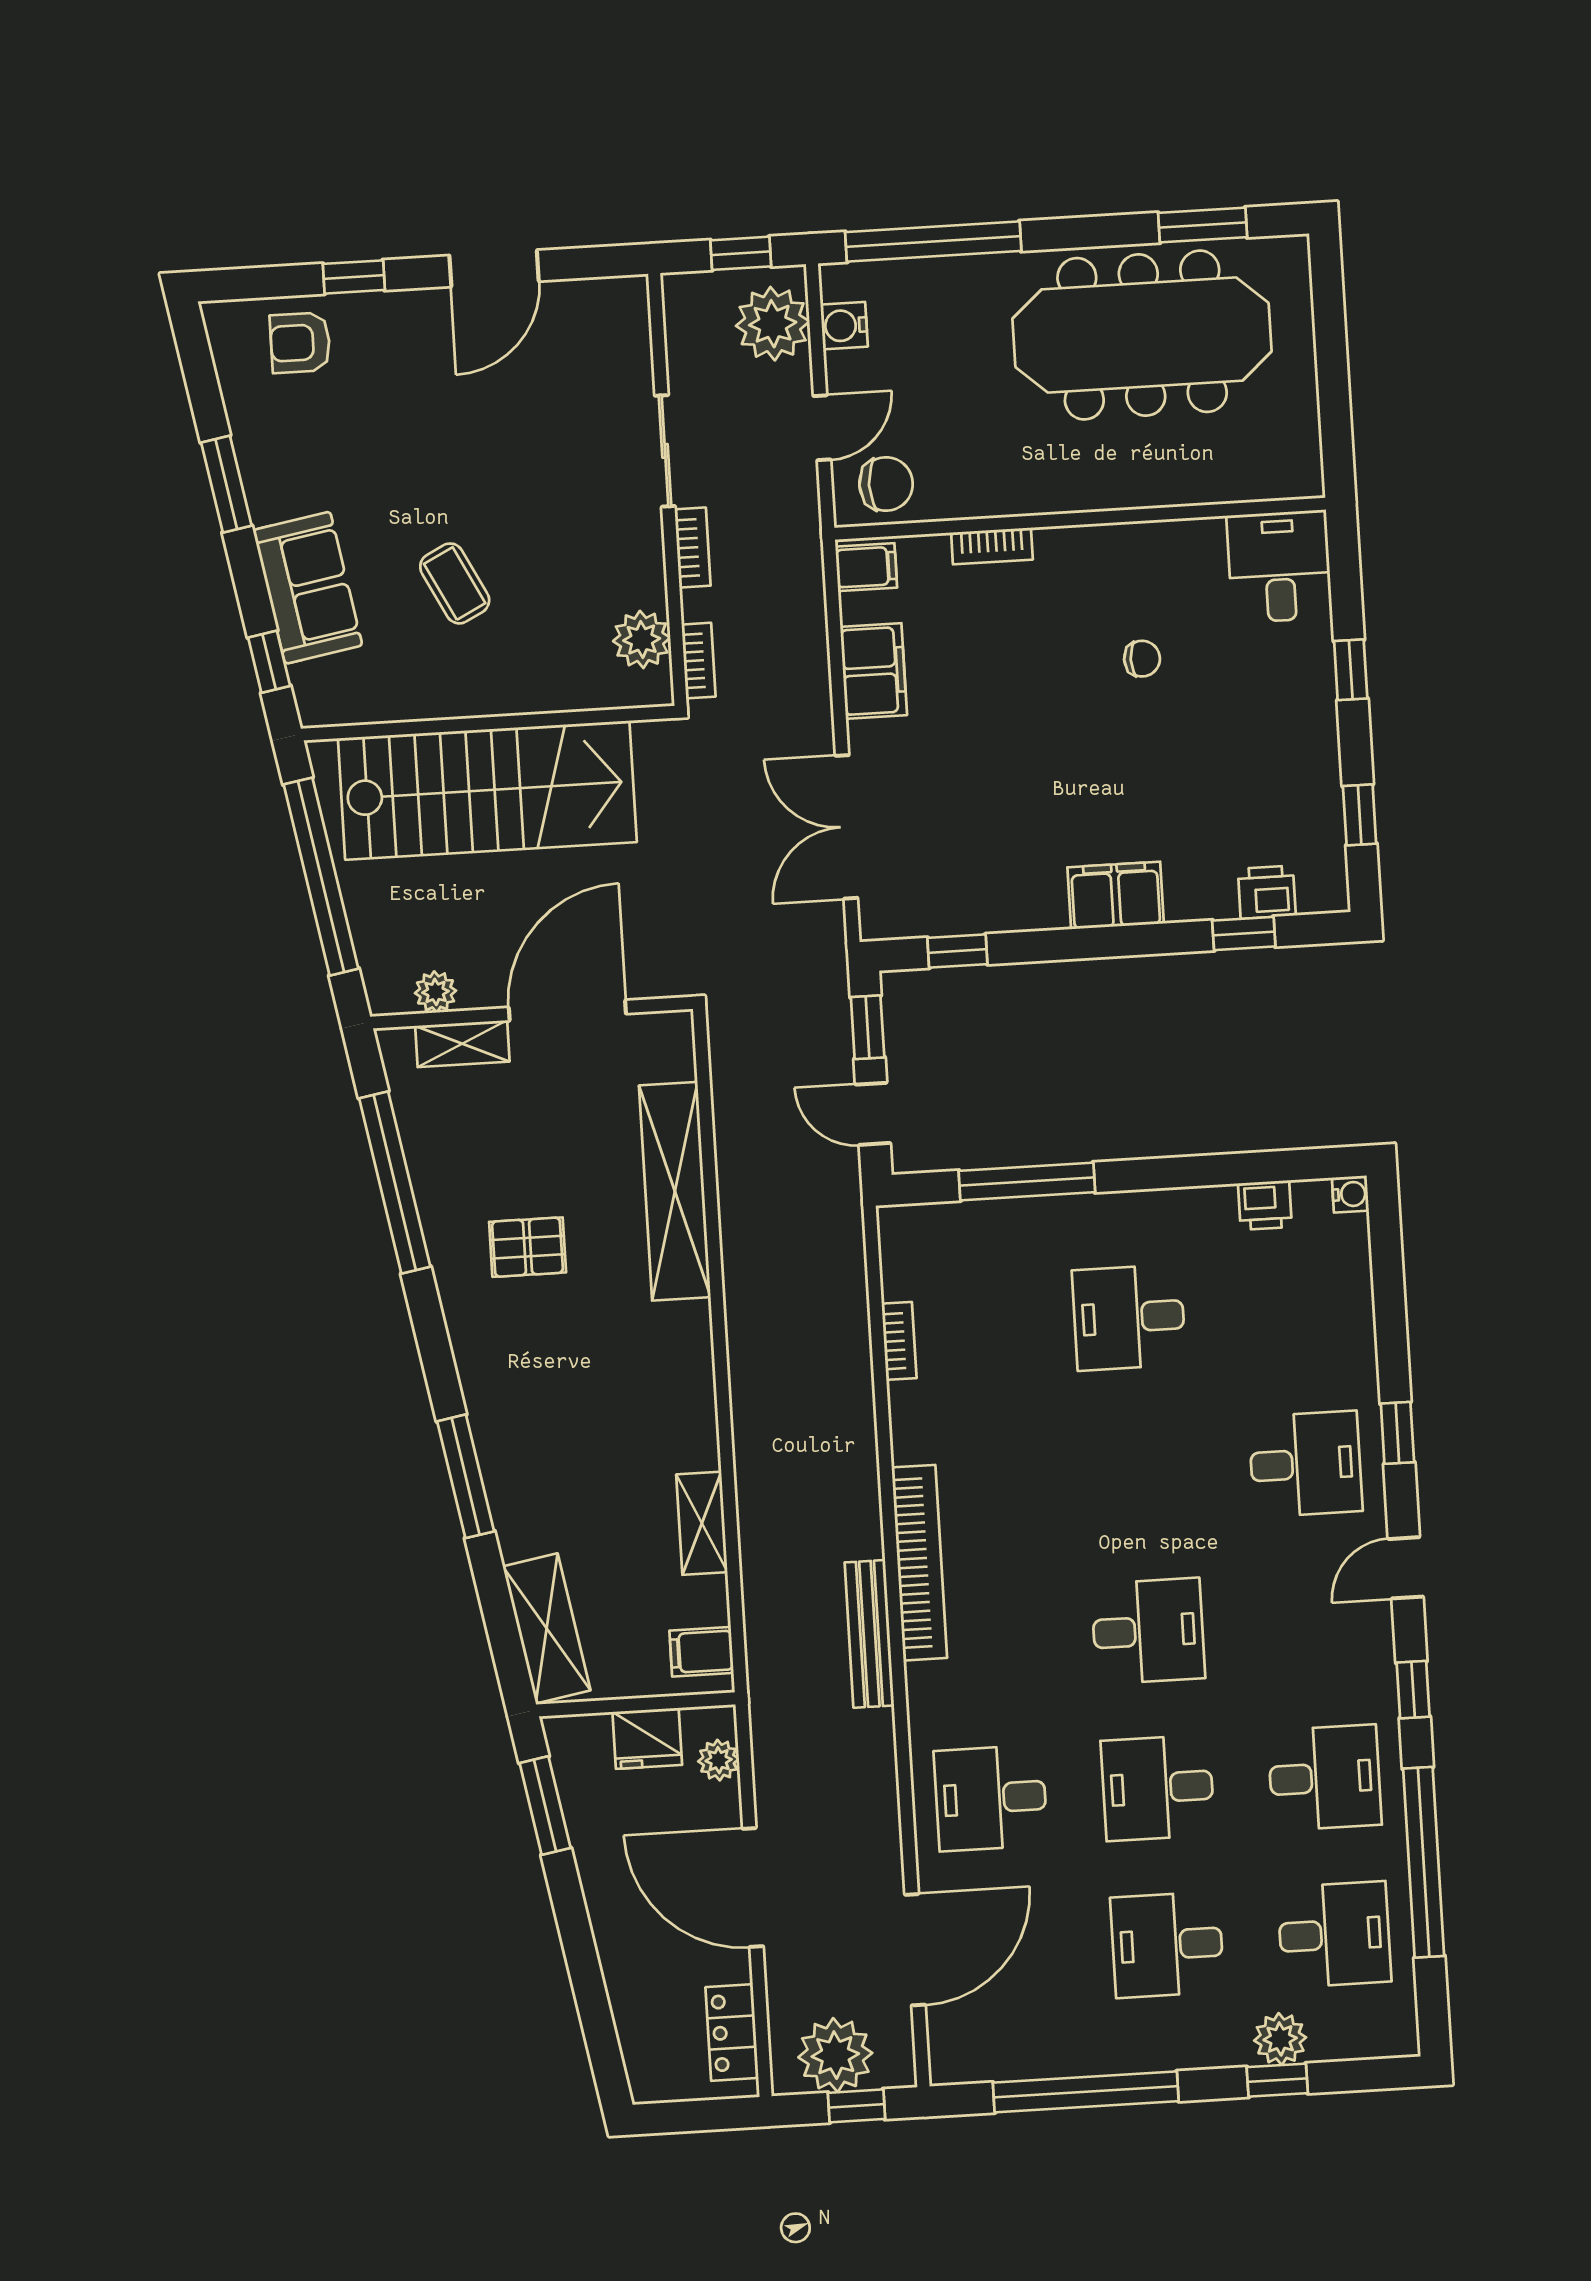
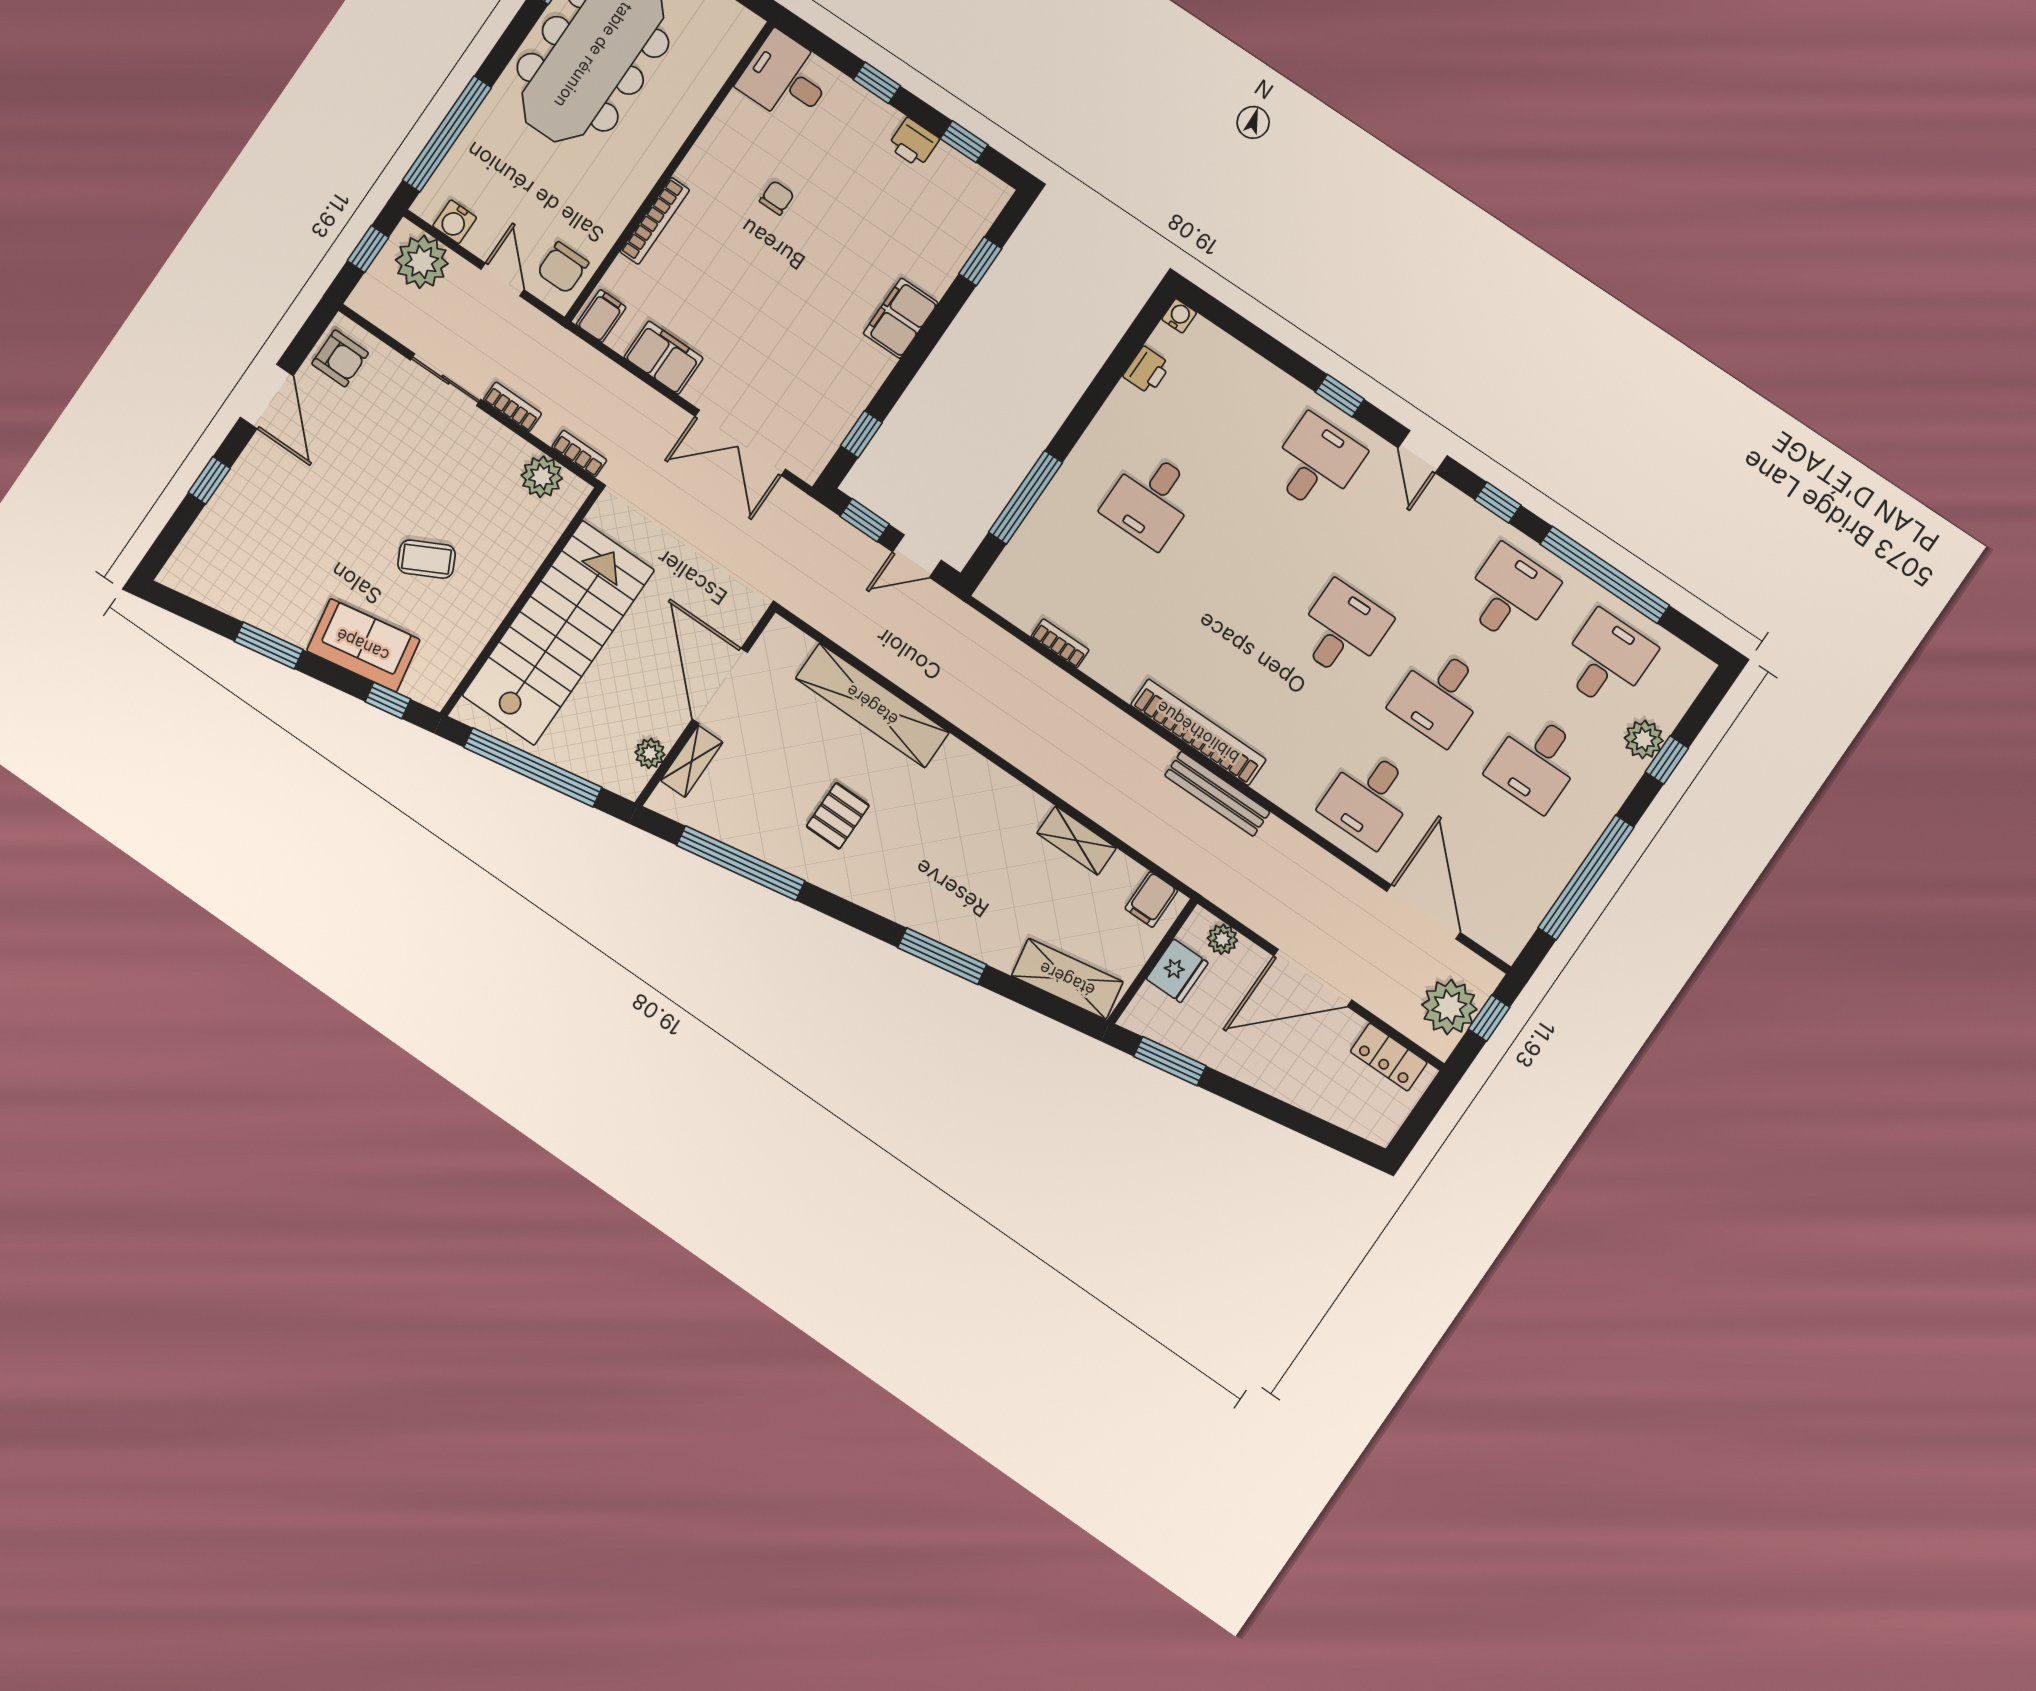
armchair: (300, 343) -> (340, 358), moved, turned -90
chair: (886, 484) -> (563, 268), turned 180
bookcase: (992, 546) -> (655, 221), width x1.56
printer: (1267, 892) -> (913, 143), moved, turned -90

